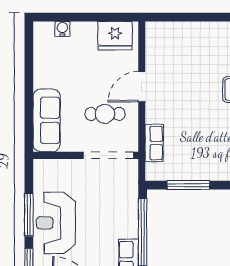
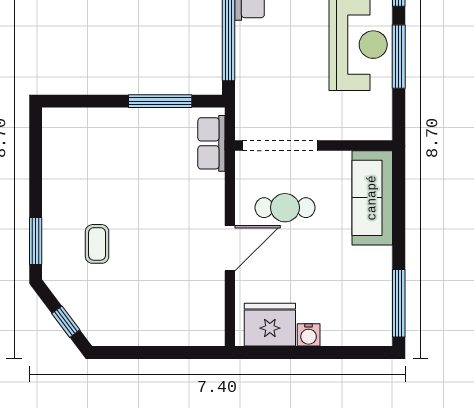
water cooler: (62, 29) -> (309, 335), moved
window: (29, 50) -> (399, 303), added
row of seats: (154, 143) -> (211, 143), moved

